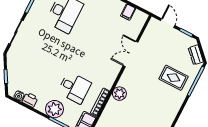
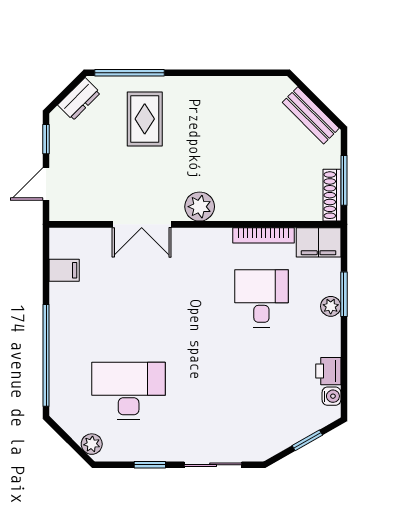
plant: (119, 94) -> (200, 207), moved
plant: (55, 109) -> (331, 306), width x0.53, depth x0.53

